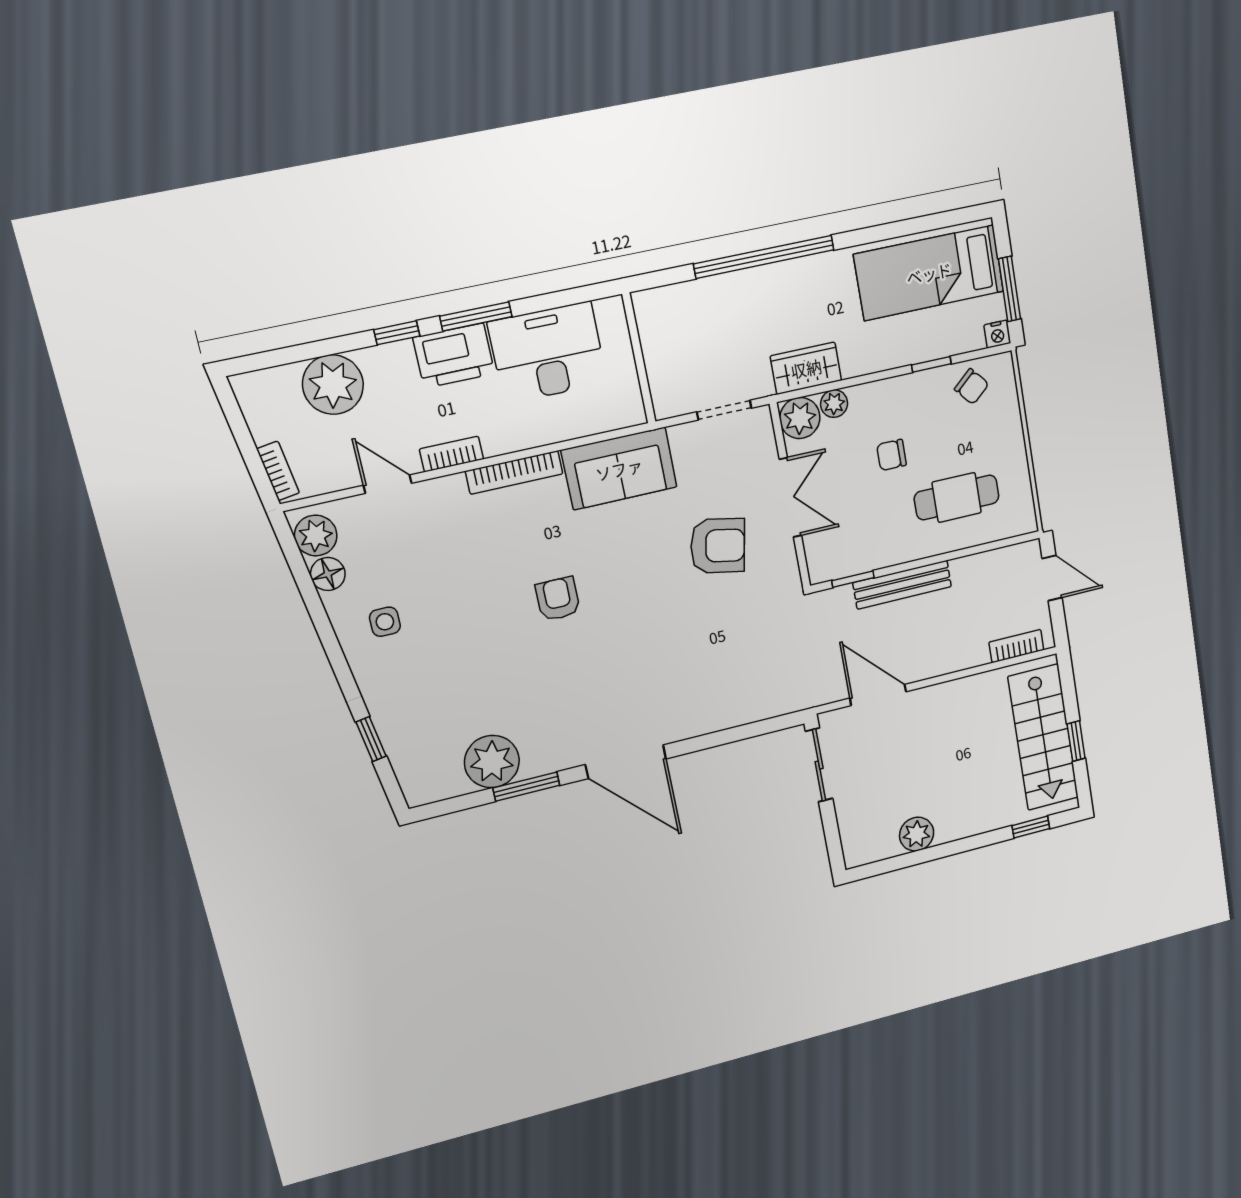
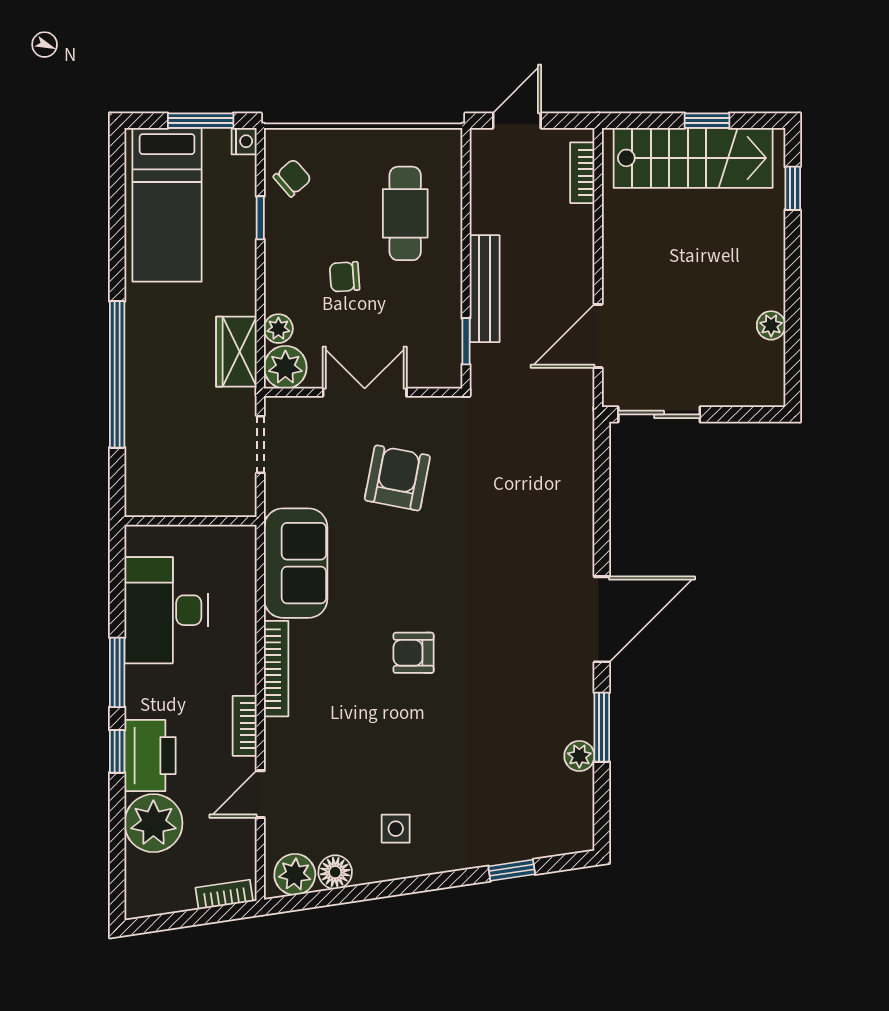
printer: (454, 356) -> (150, 756), moved
chair: (891, 455) -> (345, 277), turned 86
plant: (492, 762) -> (579, 756), width x0.53, depth x0.53
plant: (917, 834) -> (771, 325), width x0.73, depth x0.73

